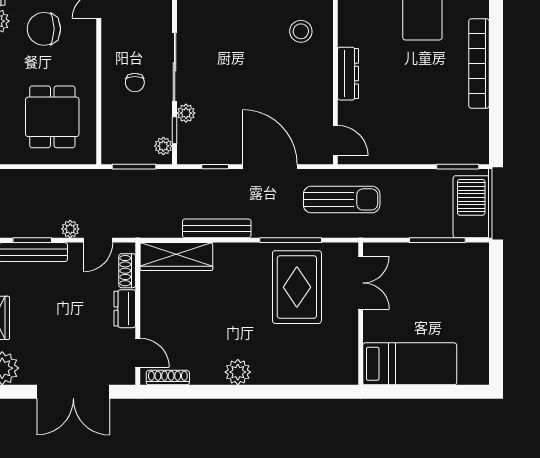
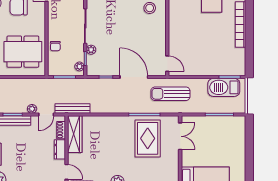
dresser: (348, 74) -> (174, 30), removed
chair: (135, 82) -> (55, 46), moved
dining table: (52, 117) -> (23, 52), width x1.38
sun lounger: (342, 199) -> (170, 94), turned 180
barbecue: (471, 207) -> (224, 87), moved, turned -90
bench: (217, 228) -> (72, 109), moved
wardrobe: (176, 257) -> (75, 134), moved, turned -90

